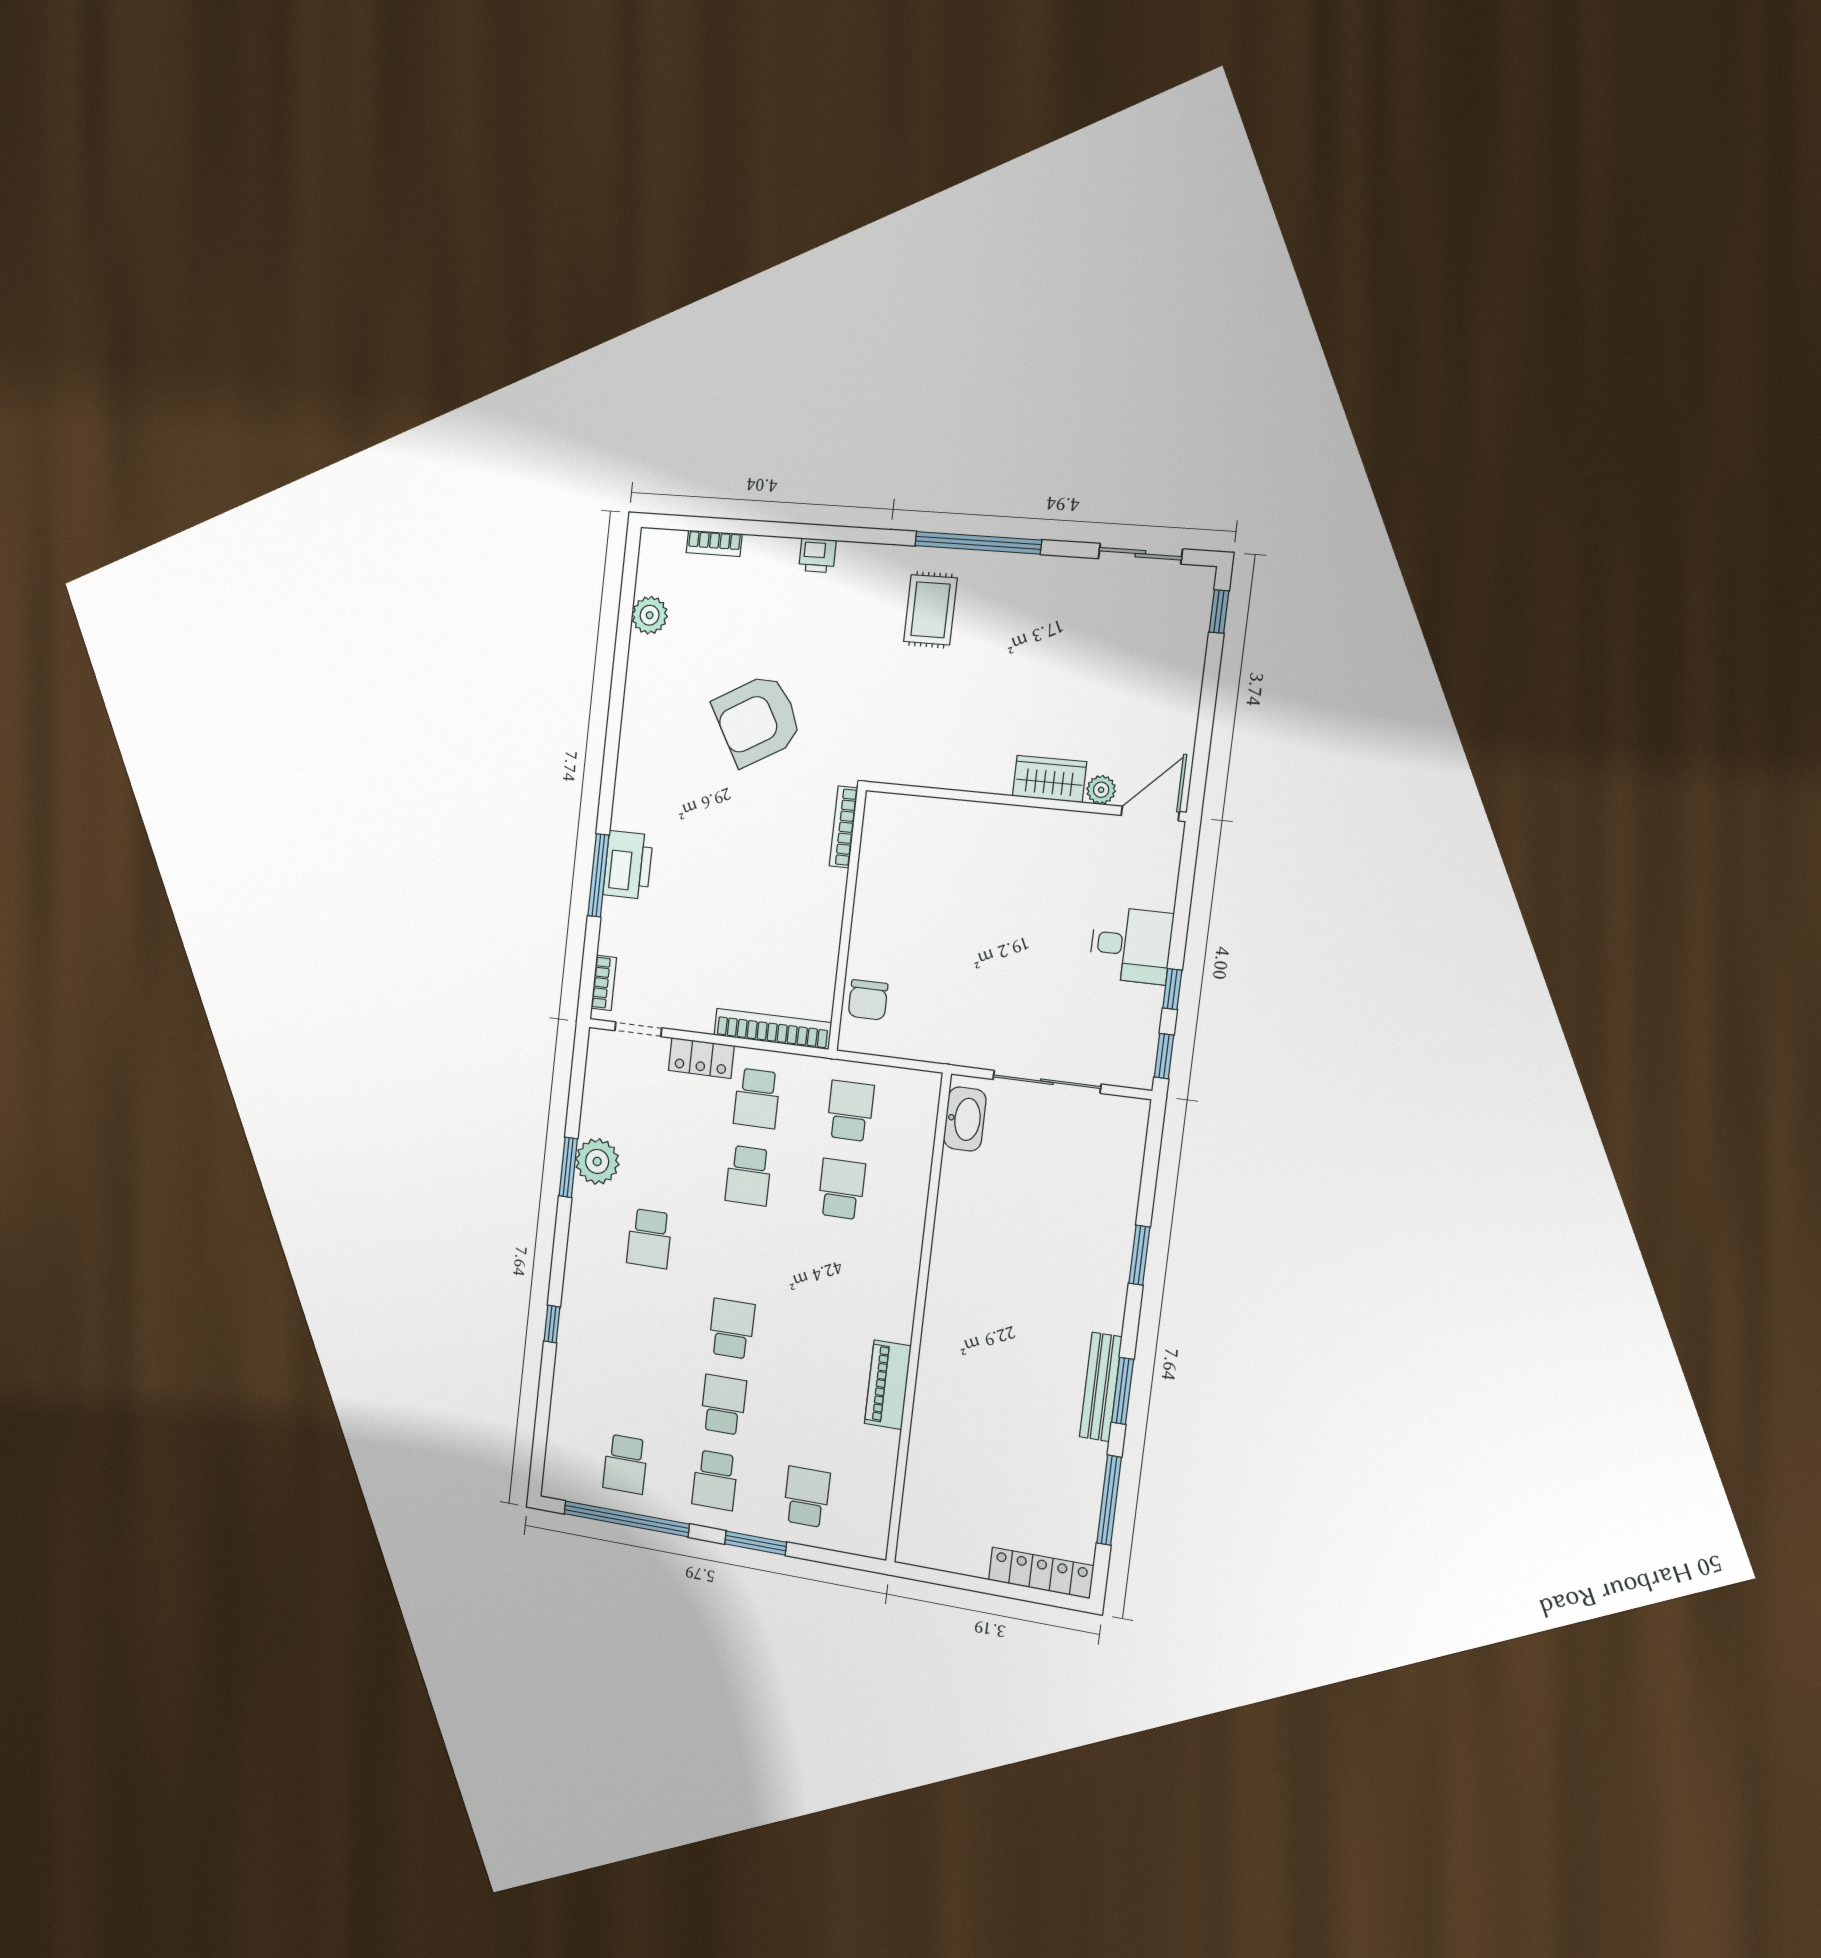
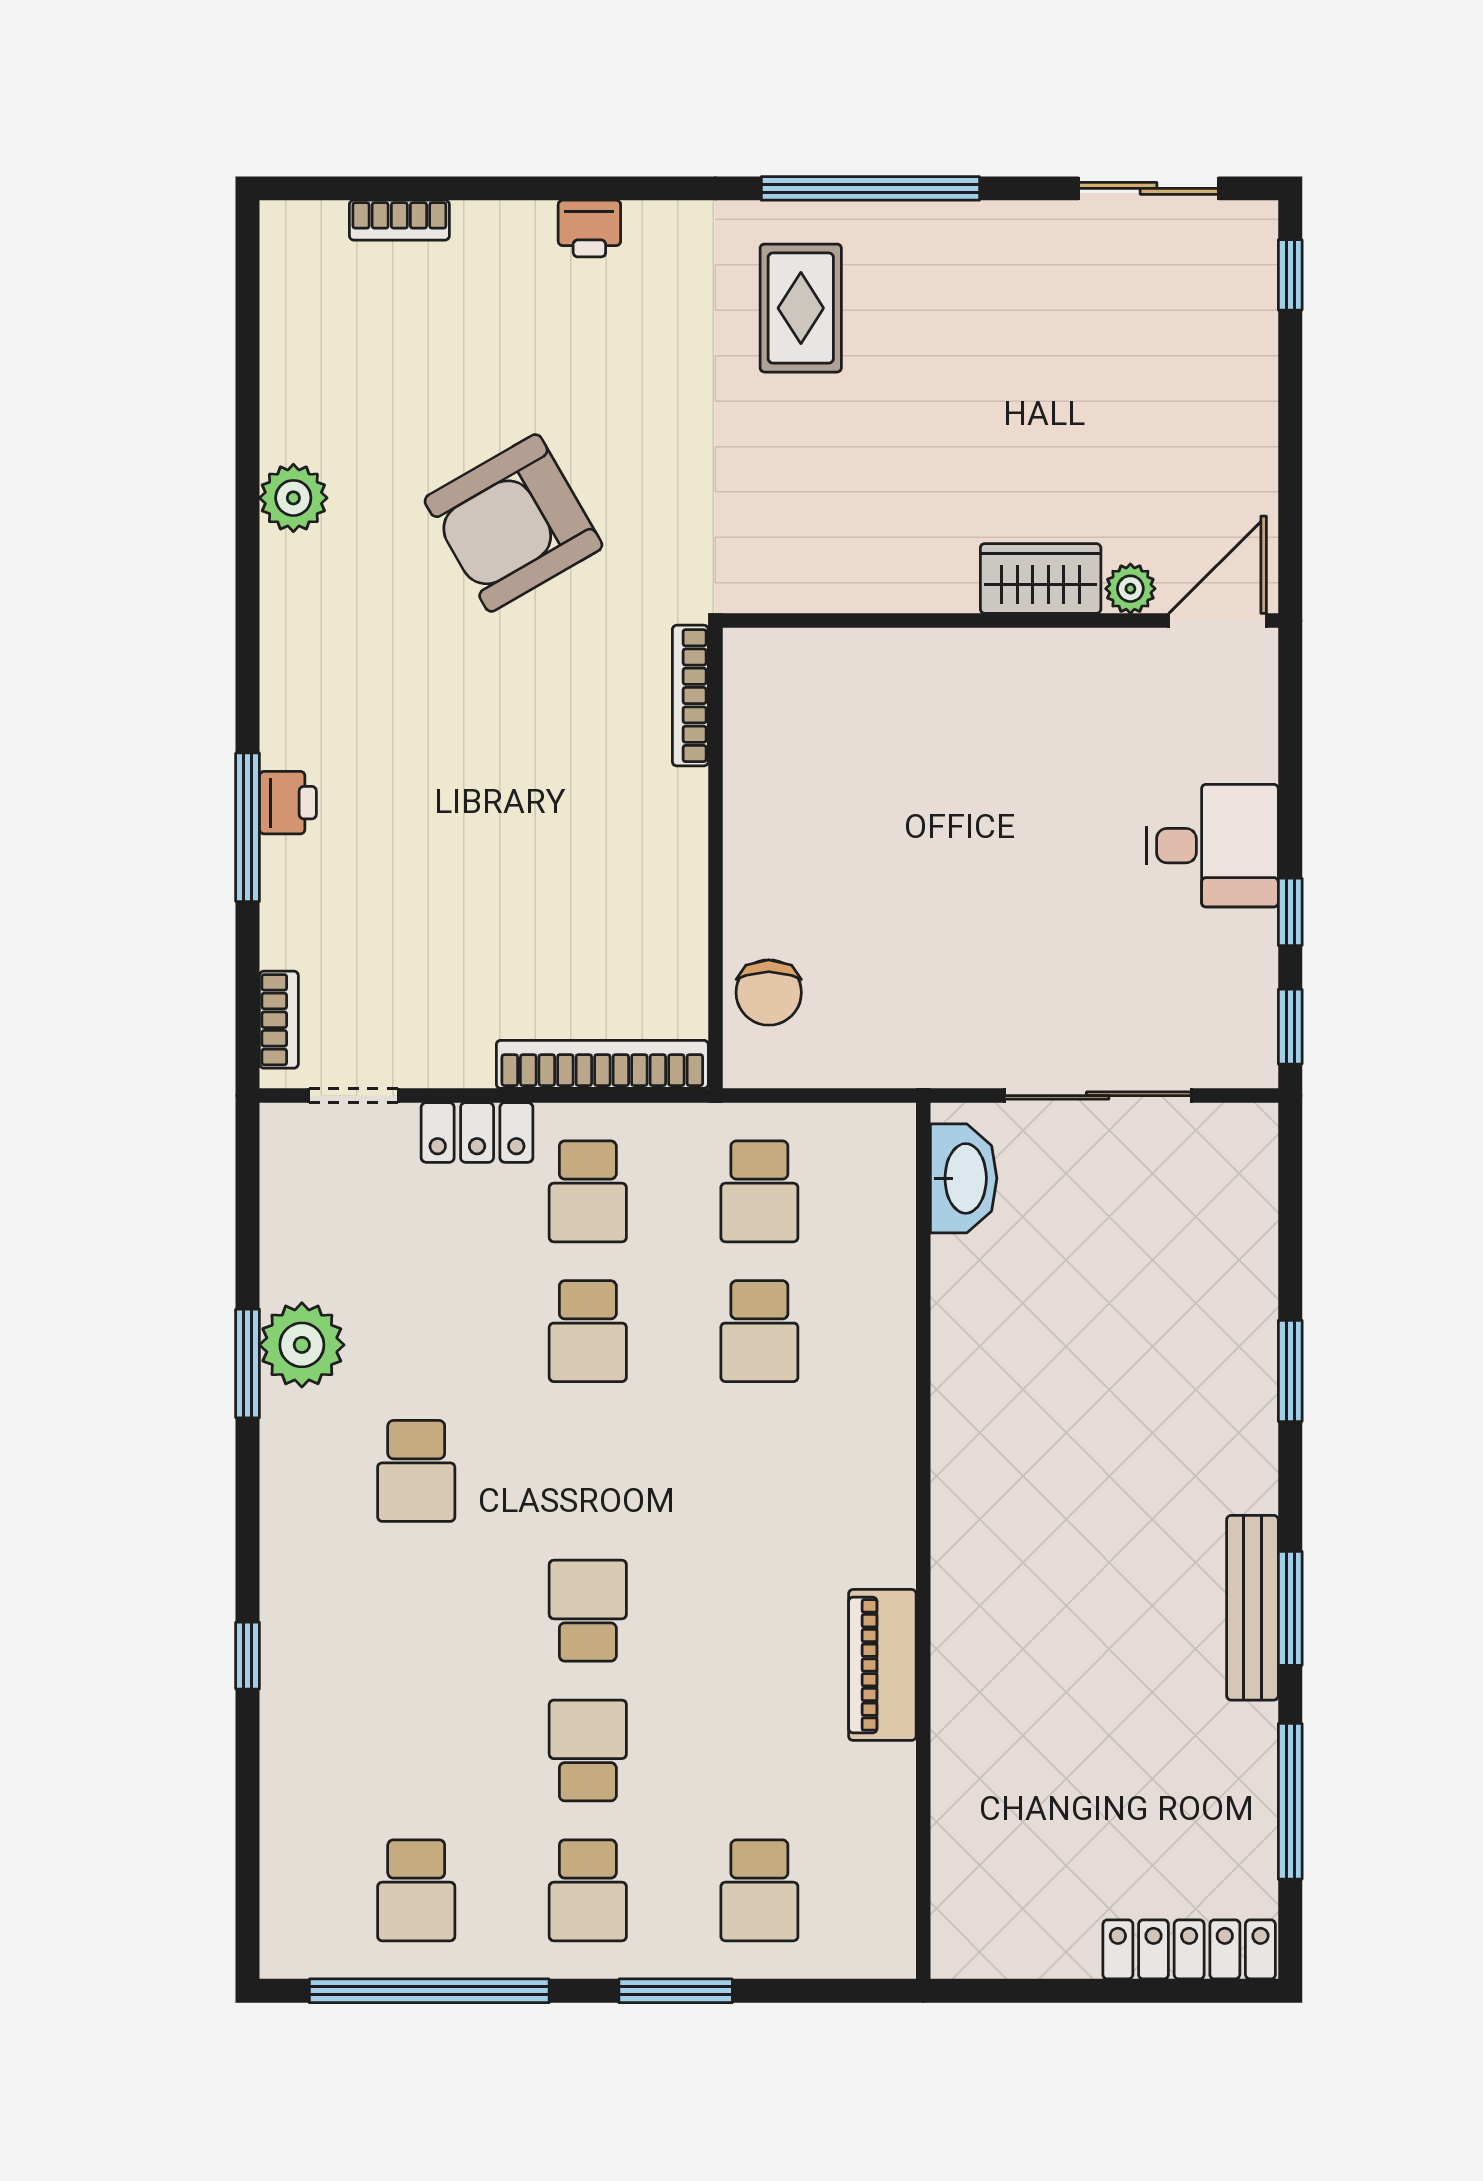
plant: (650, 615) -> (293, 498), moved
printer: (628, 865) -> (288, 803), width x0.53, depth x0.68
school desk: (850, 1111) -> (759, 1191), turned 180
school desk: (841, 1189) -> (759, 1331), turned 180
school desk: (807, 1497) -> (759, 1890), turned 180

